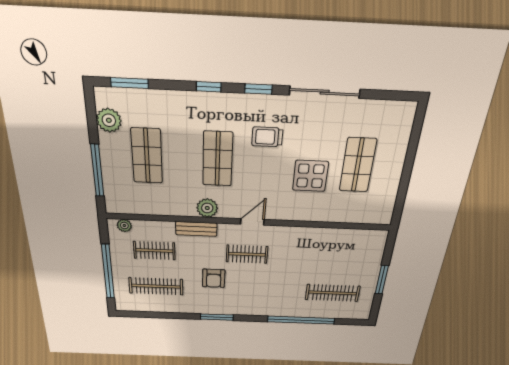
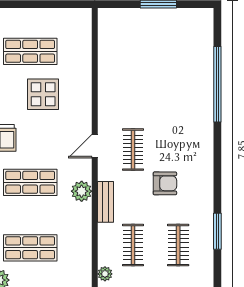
door: (252, 222) -> (95, 146), hinge flipped
clothes rail: (156, 286) -> (178, 245), width x0.73
clothes rail: (333, 293) -> (178, 54), removed
window: (217, 317) -> (217, 231), moved

